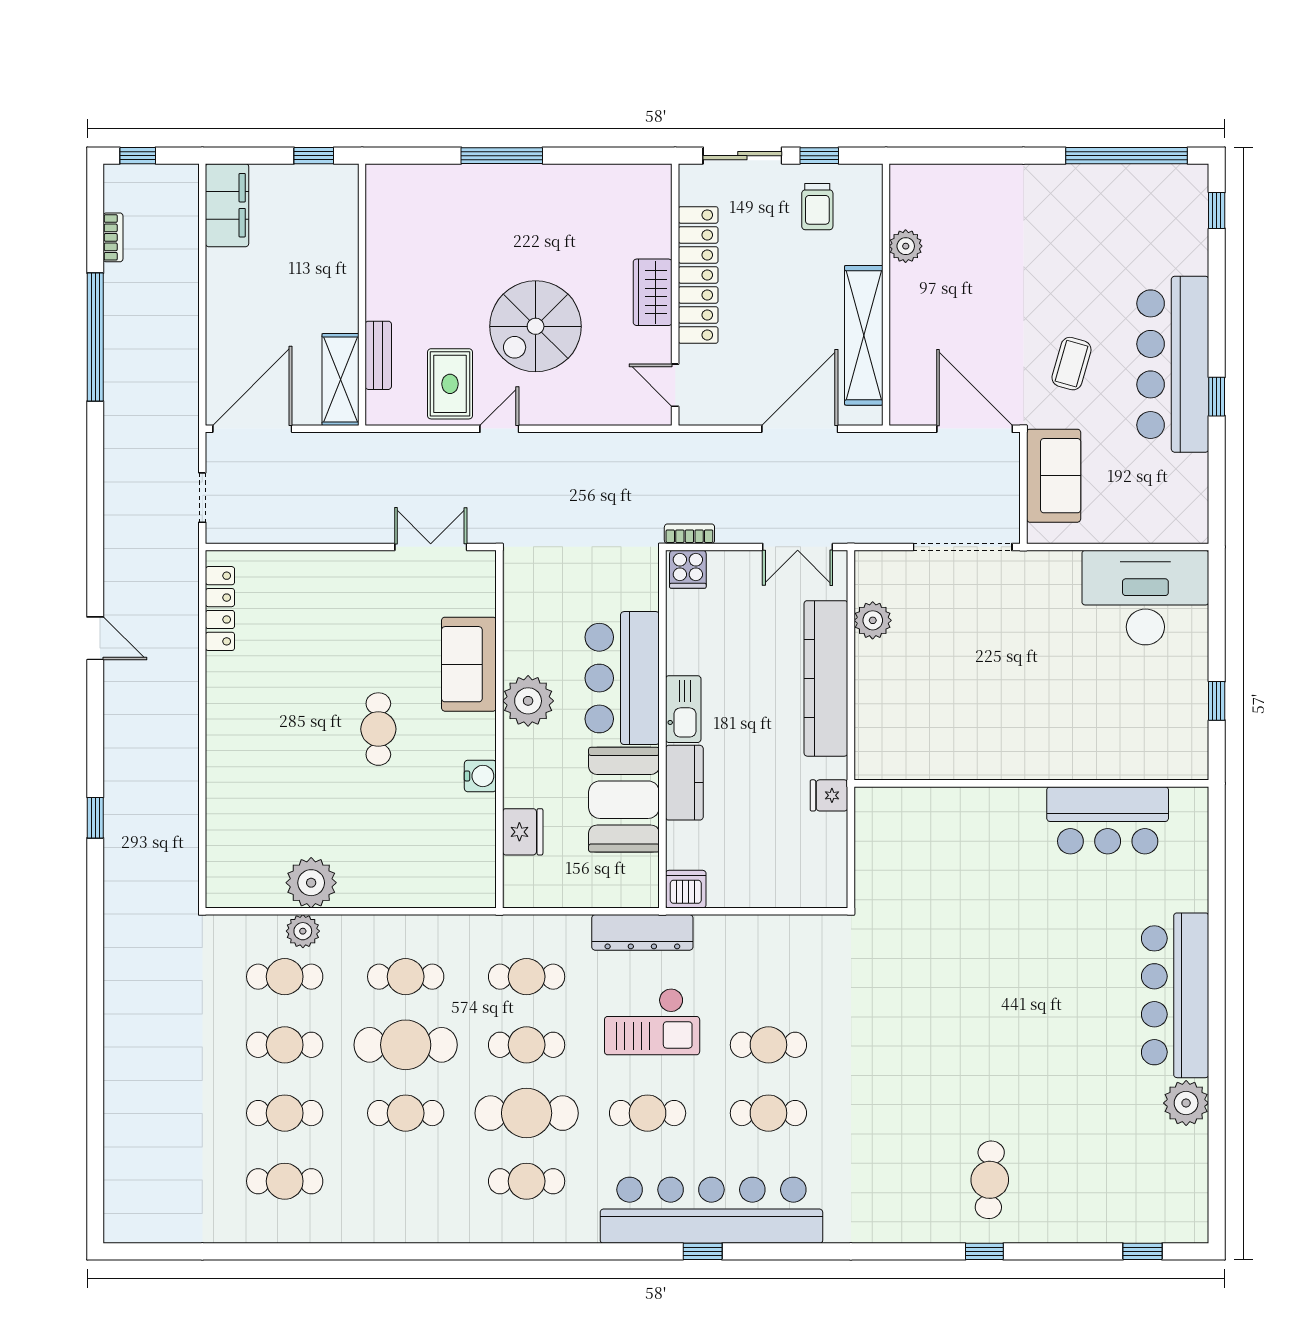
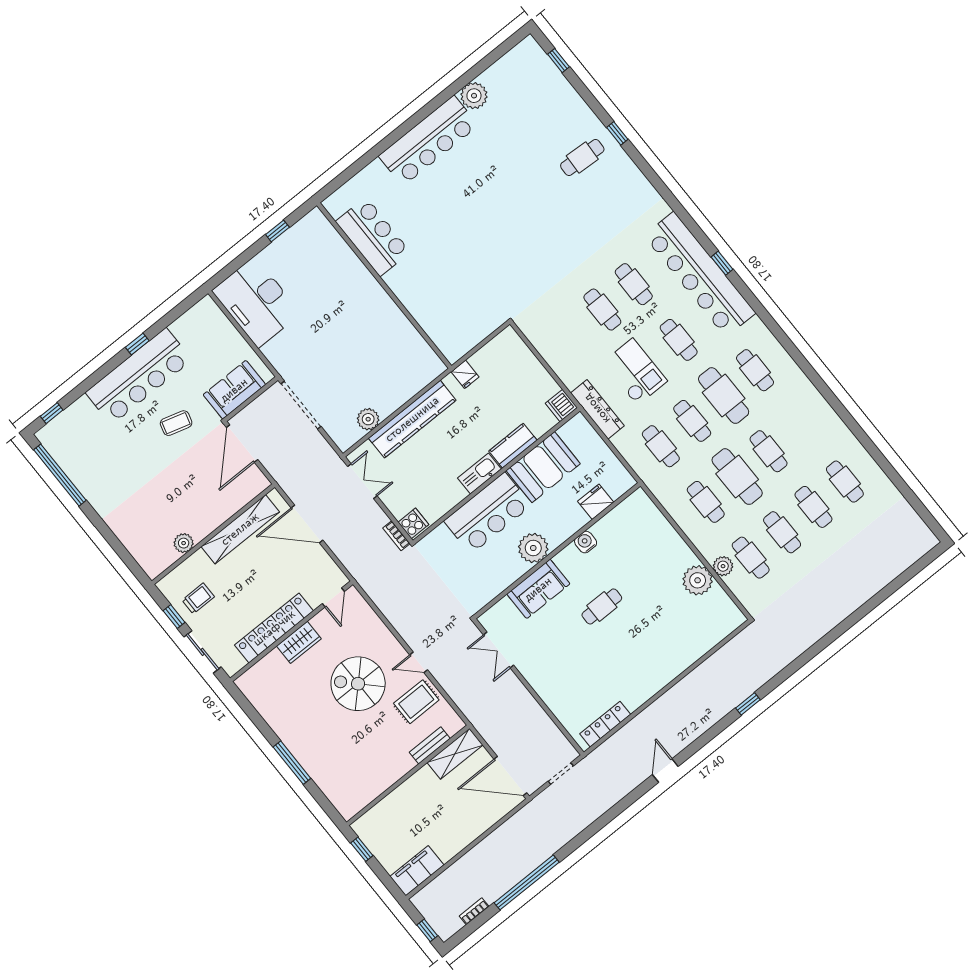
spiral stairs: (536, 326) -> (358, 684), turned 180

